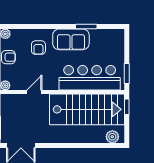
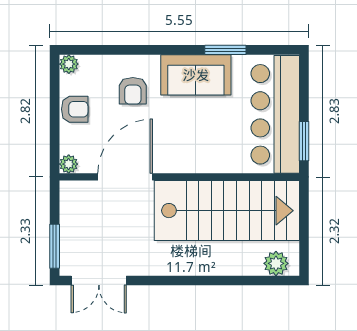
bar counter: (90, 78) -> (275, 114), moved, turned -90
door: (34, 92) -> (125, 177), width x1.87
window: (127, 107) -> (304, 205), removed

